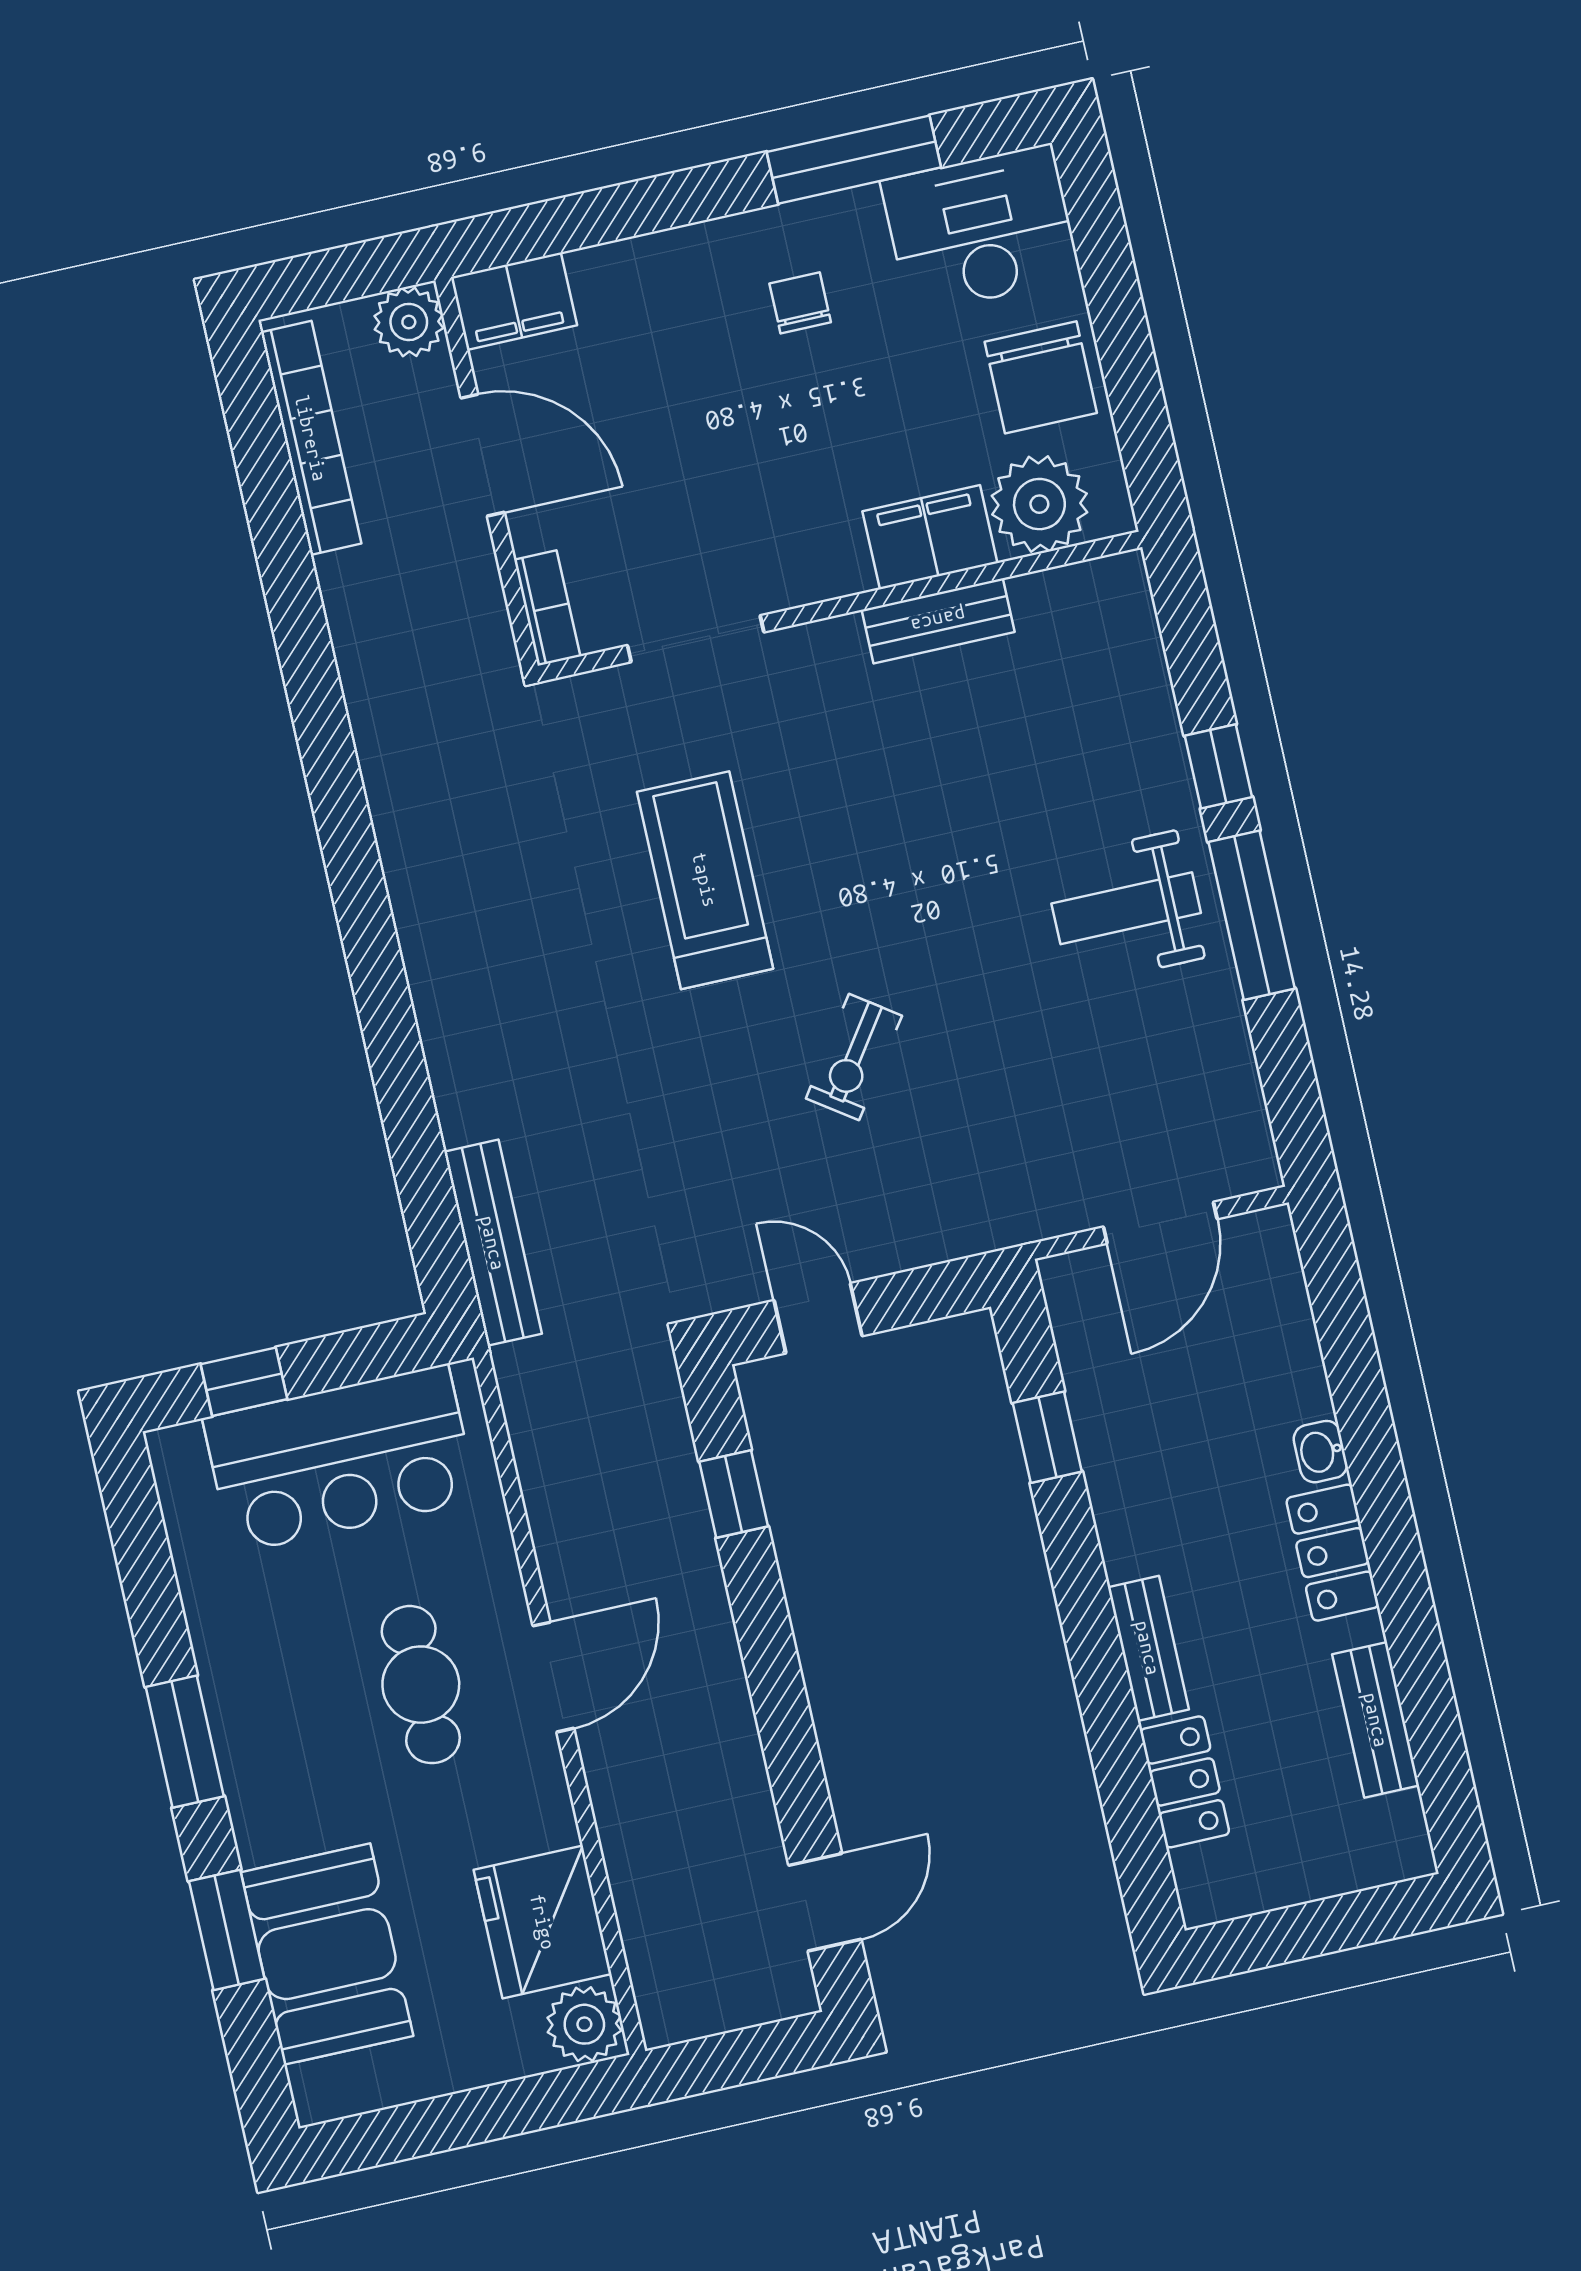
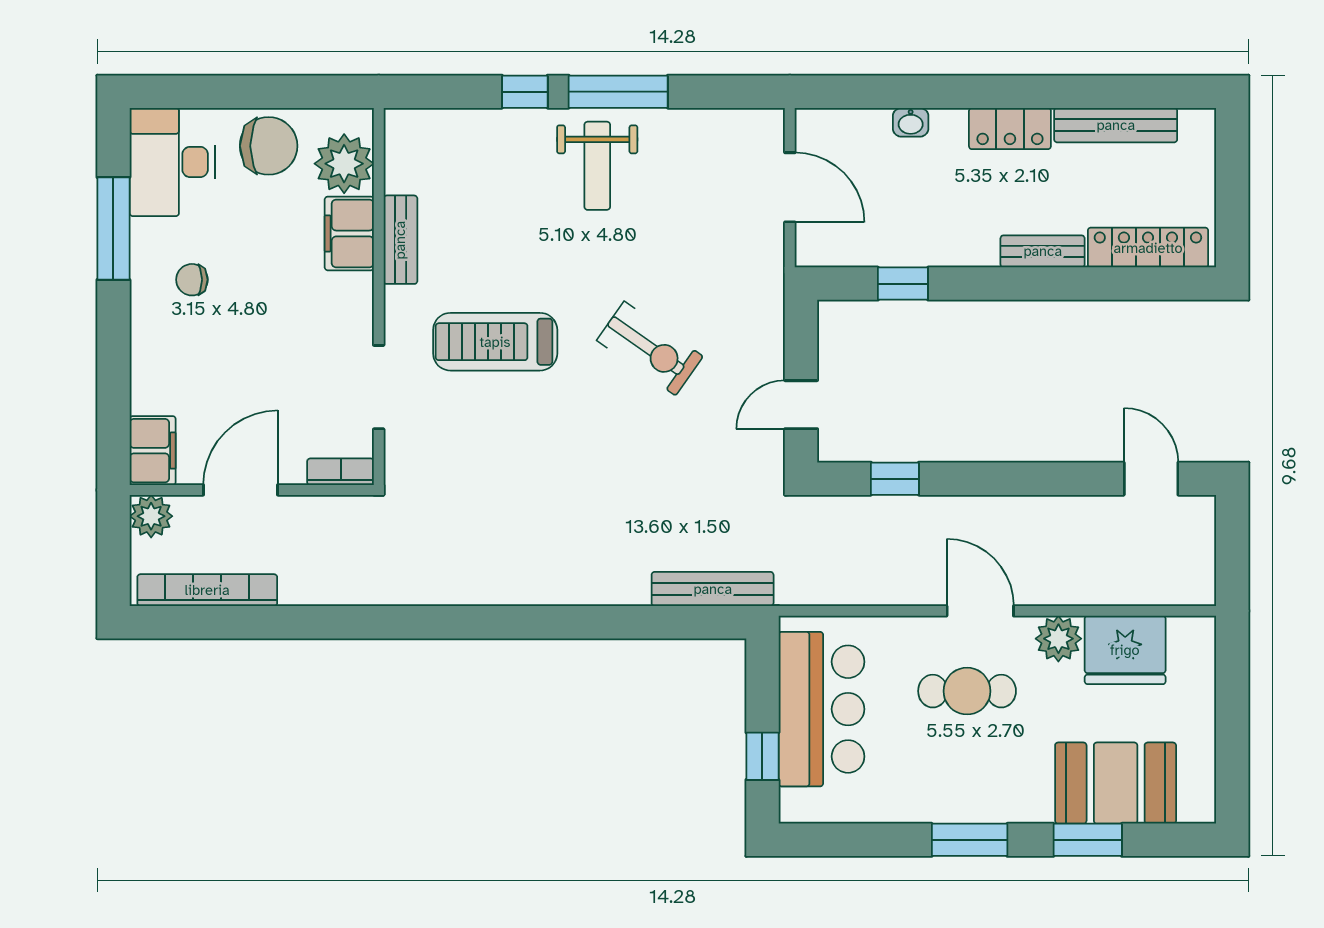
treadmill: (705, 880) -> (495, 342), moved
exercise bike: (854, 1057) -> (650, 348), width x1.38, depth x1.39
washbasin: (1320, 1452) -> (911, 122), moved
bench: (1376, 1720) -> (1116, 125), width x1.36
locker: (1185, 1782) -> (1148, 248), width x1.53
plant: (584, 2024) -> (1058, 639), moved

